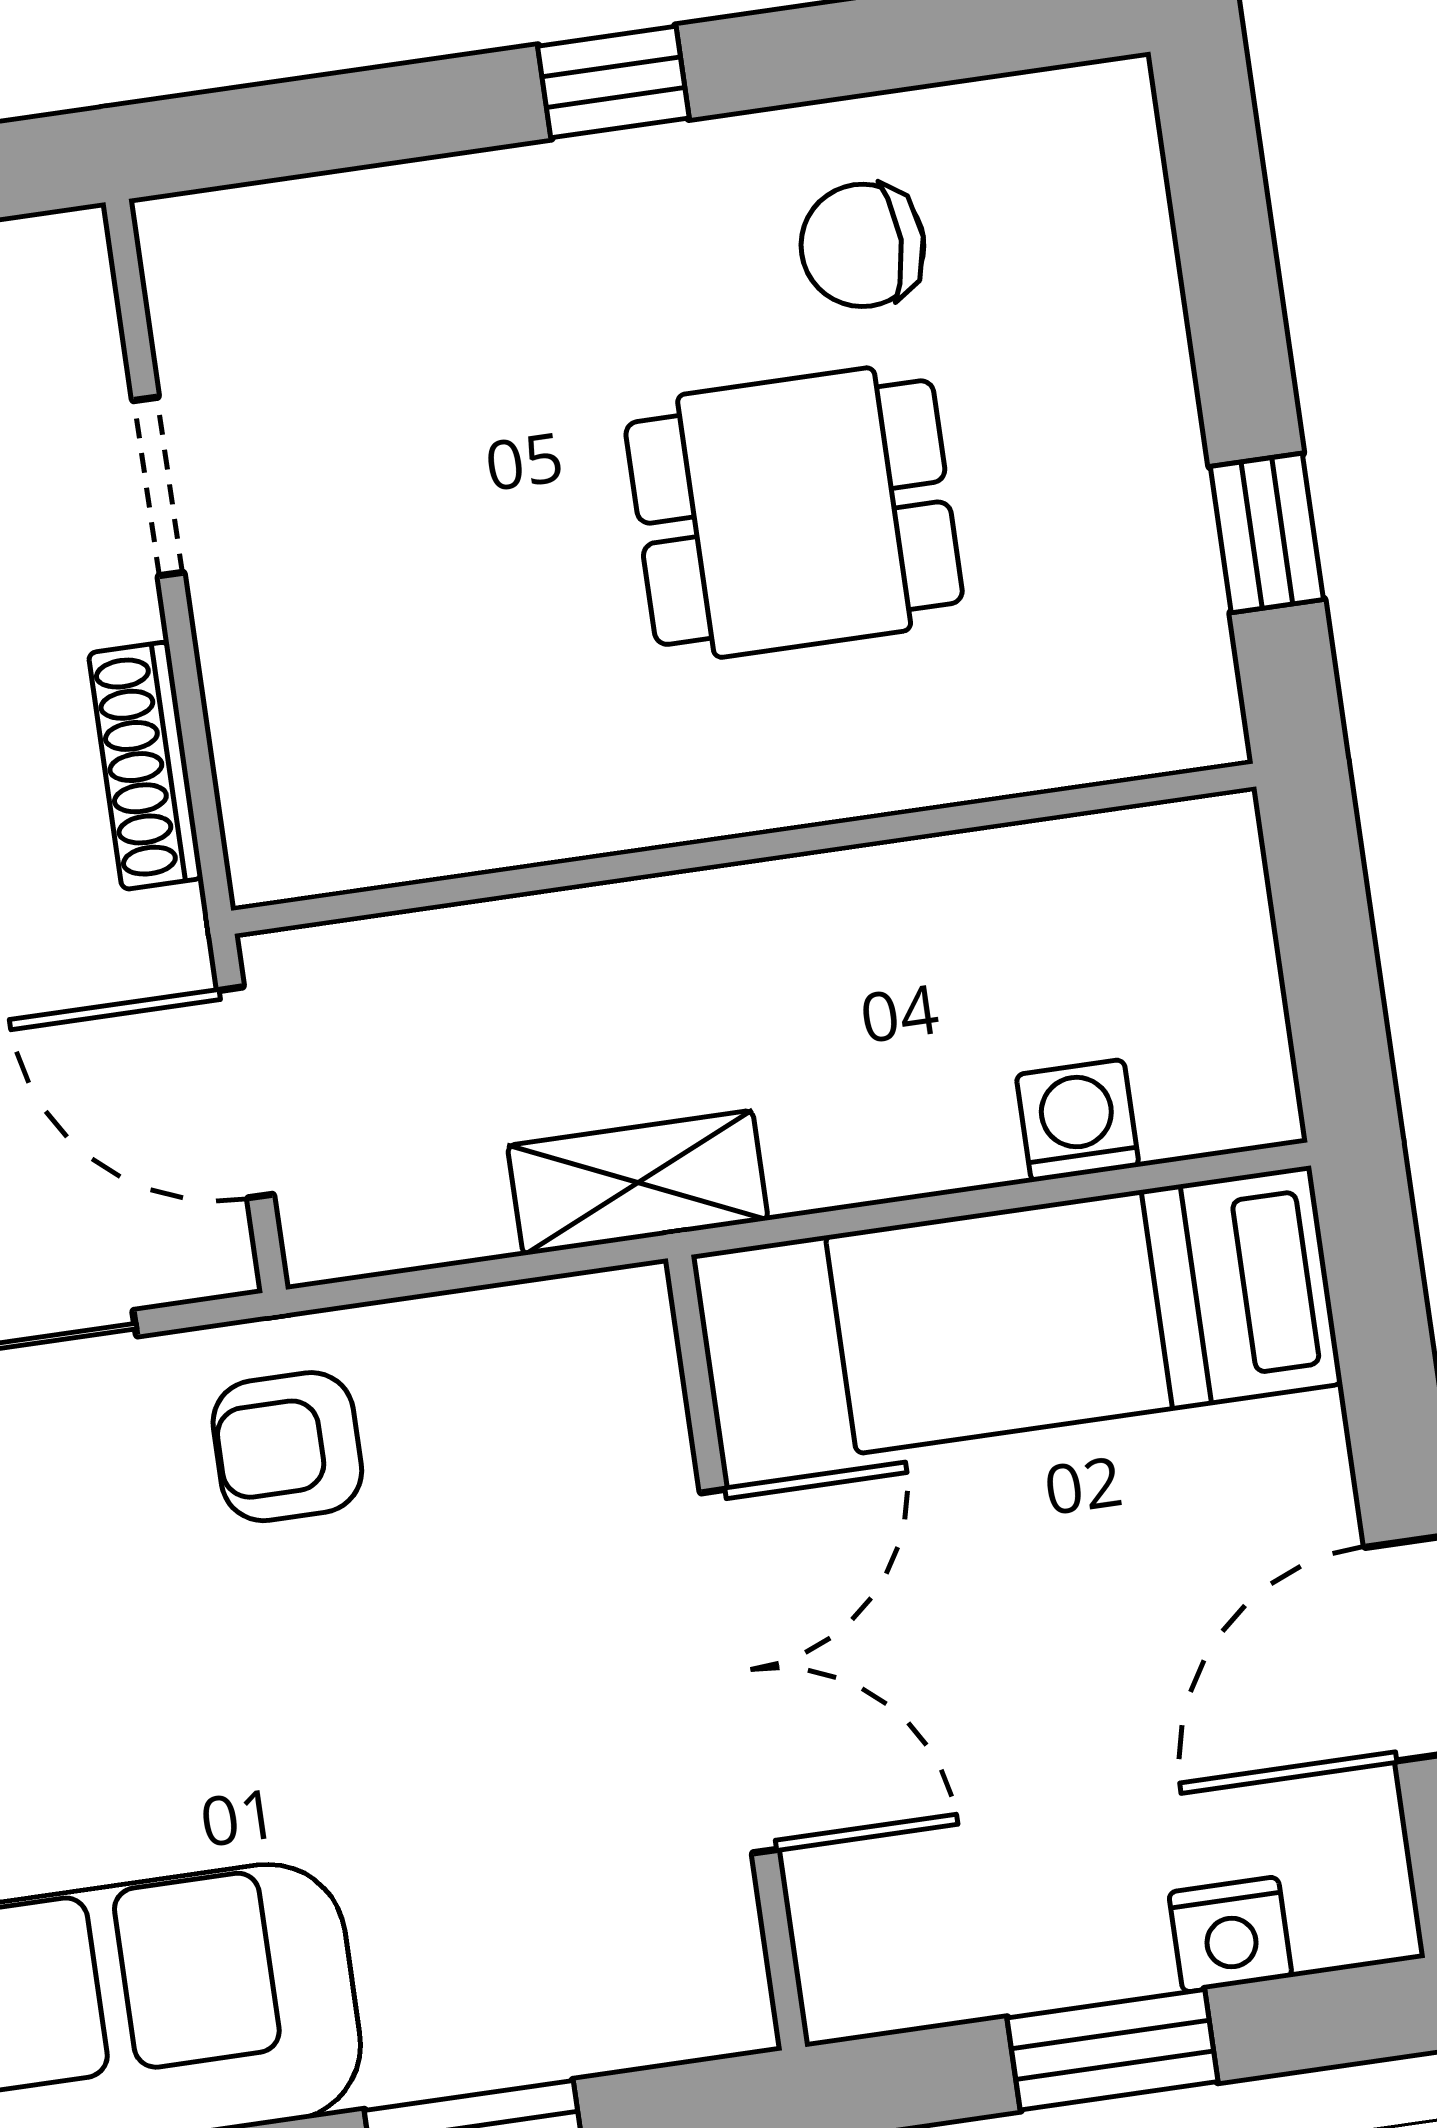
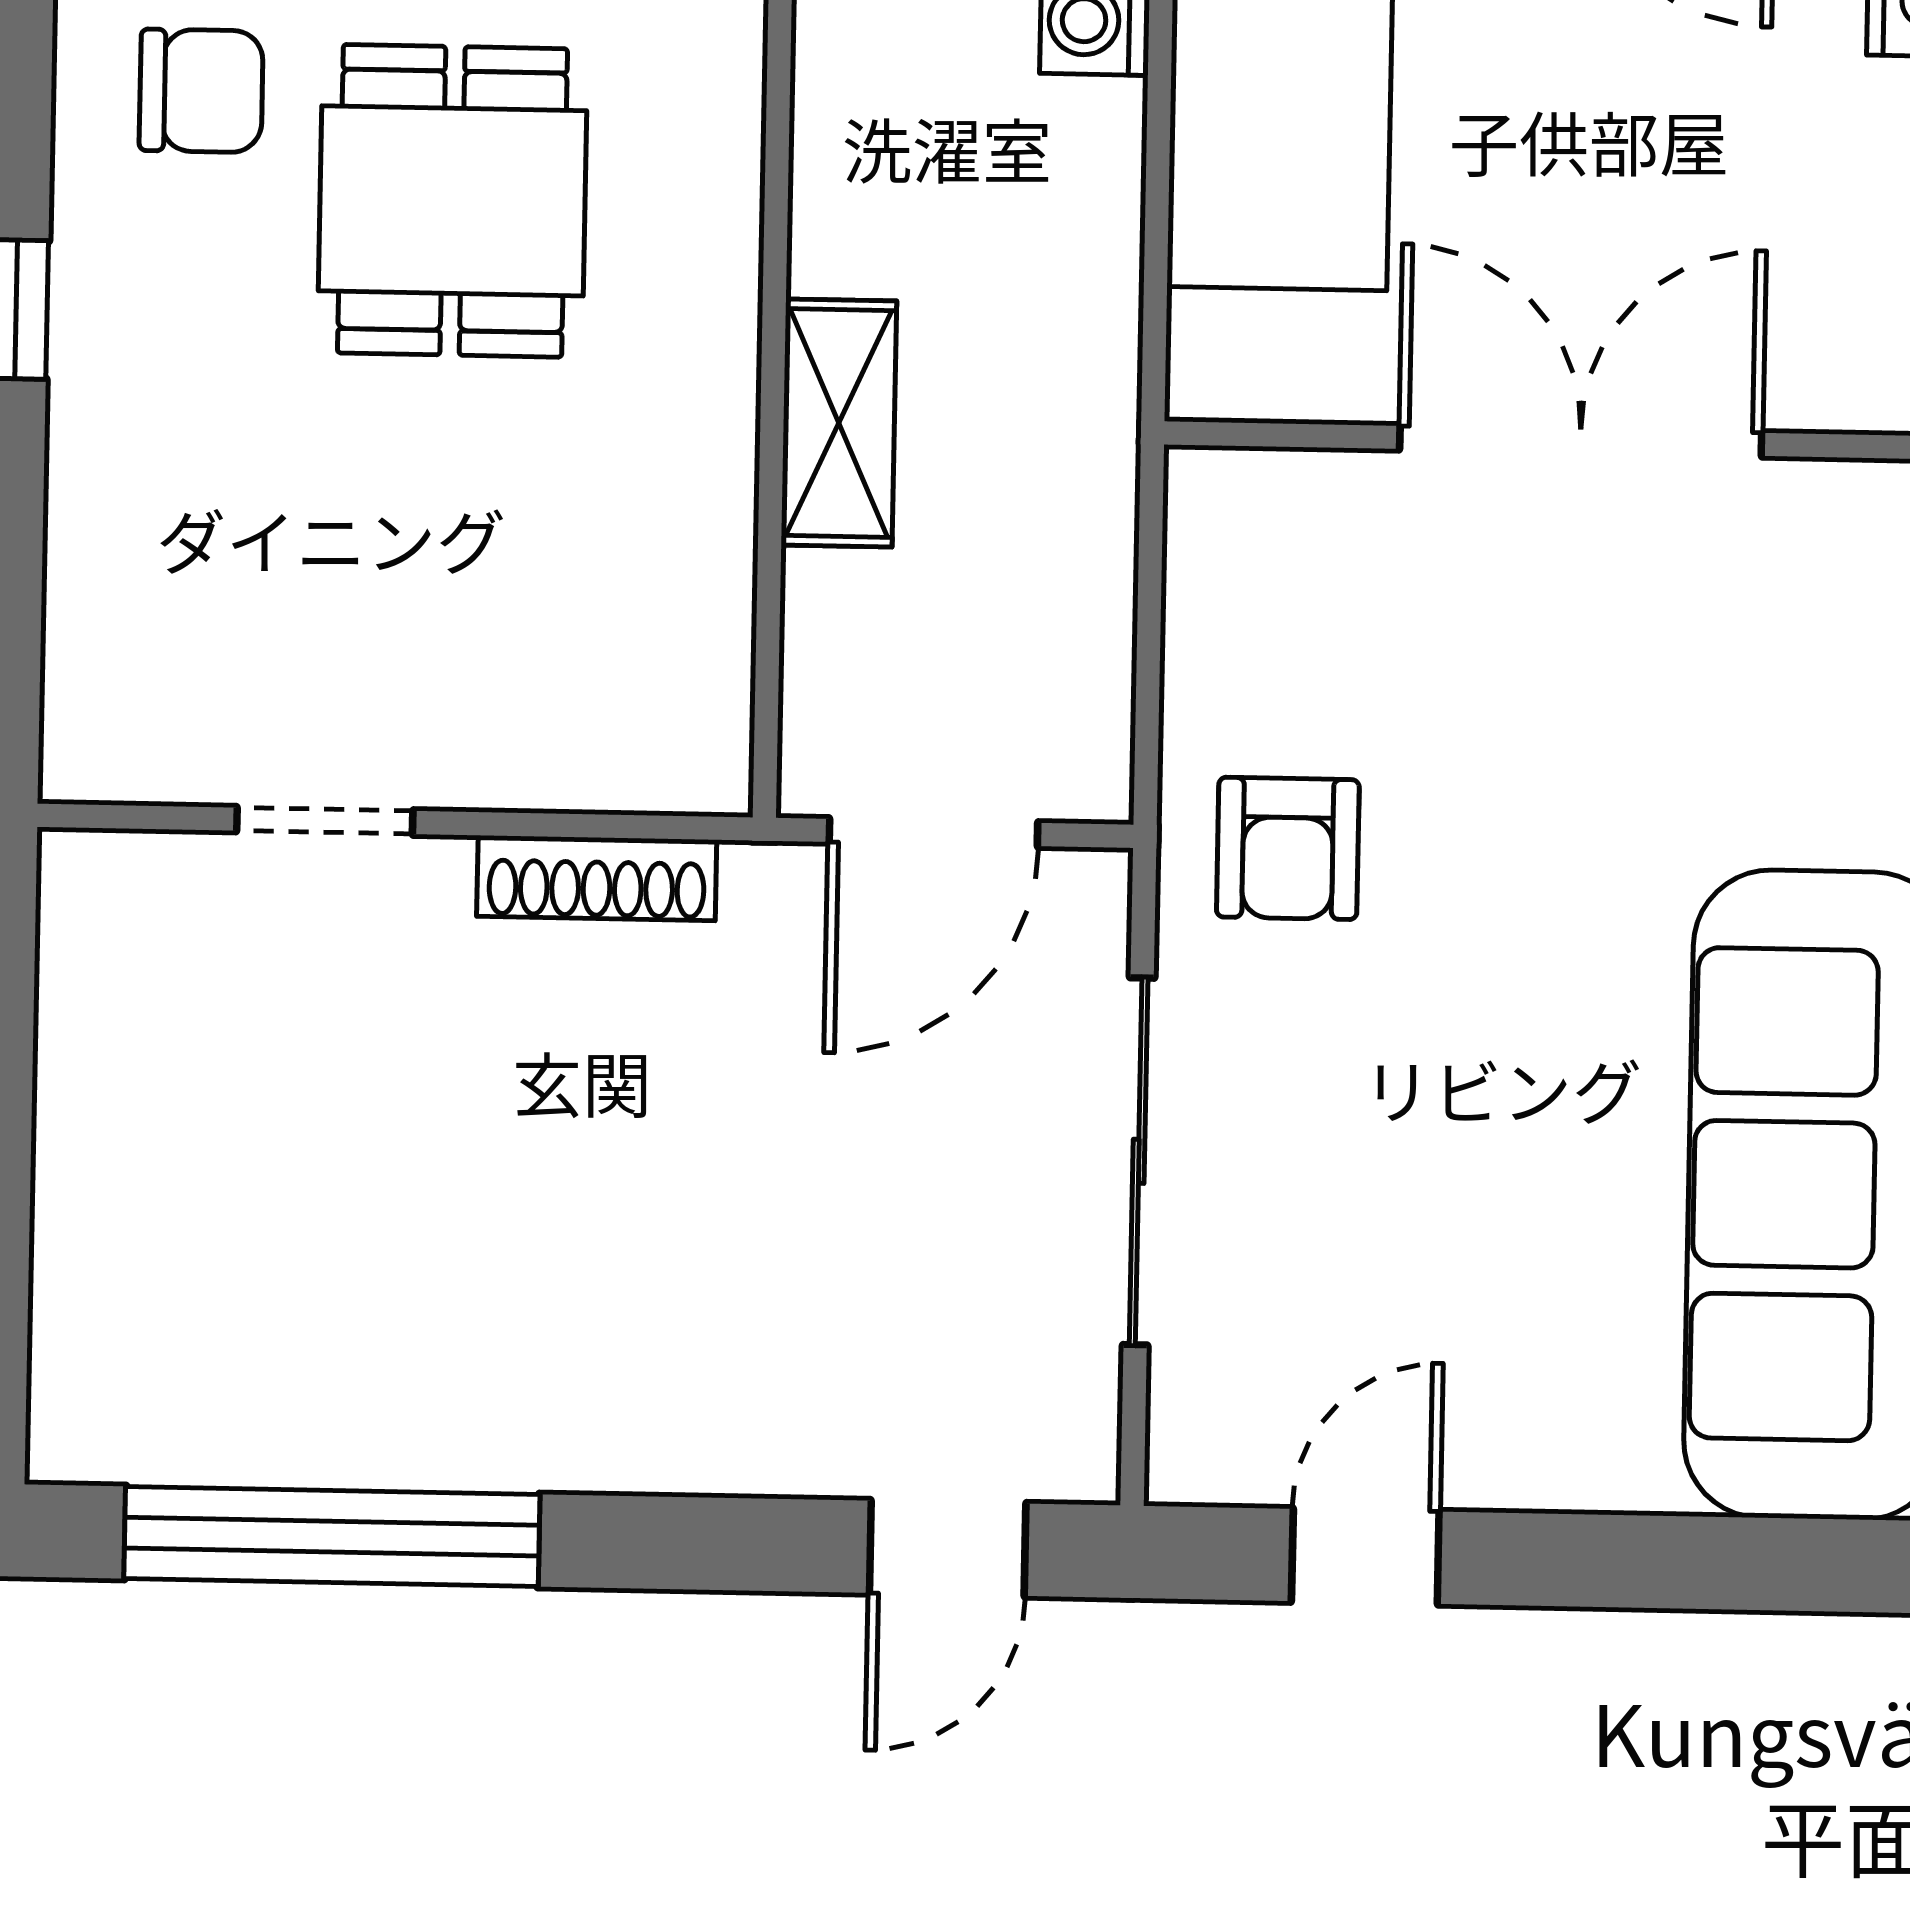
chair: (862, 245) -> (201, 91), turned -90
shelving: (638, 1183) -> (839, 423), moved

